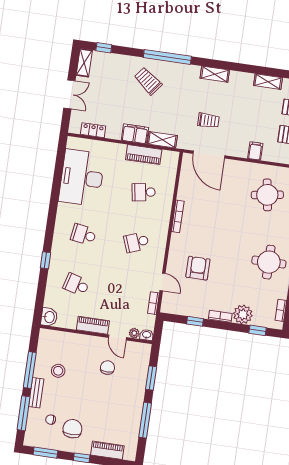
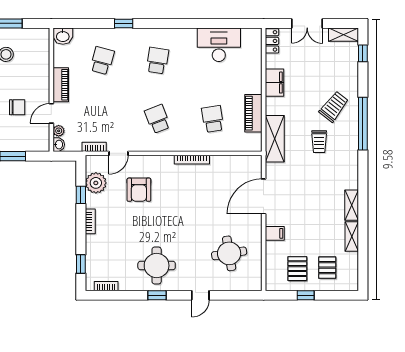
shelving: (215, 74) -> (352, 205), moved
trolley: (208, 120) -> (319, 142), moved
locker: (93, 130) -> (272, 41), moved
filing cabinet: (135, 134) -> (275, 83), moved
shelving: (162, 140) -> (275, 139), width x1.50, depth x1.33
door: (209, 155) -> (264, 196), moved
desk: (82, 178) -> (219, 45), width x0.73, depth x0.77
armchair: (198, 268) -> (139, 190), turned 90
plant: (243, 314) -> (96, 183), moved

